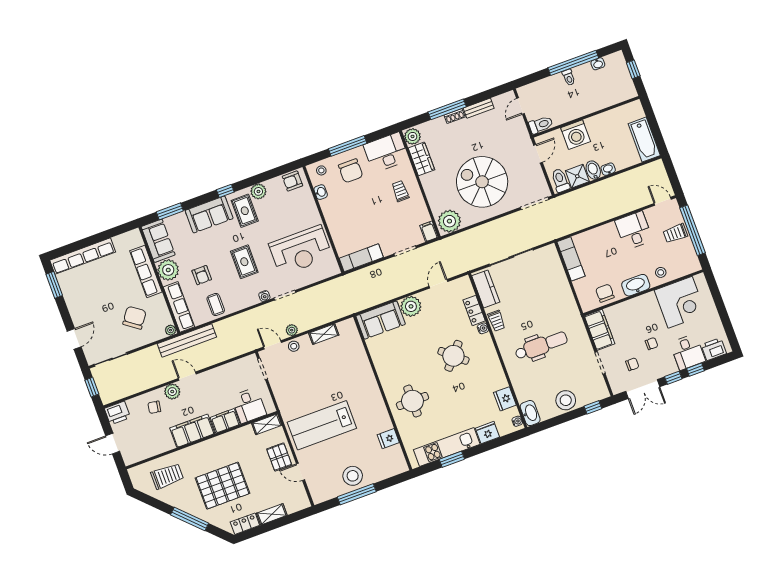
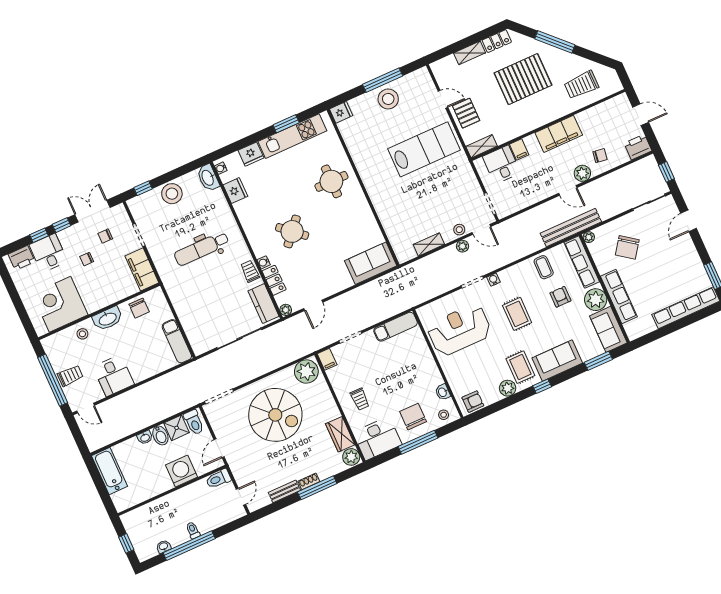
plant: (411, 306) -> (286, 310), moved, width x0.53, depth x0.53
filing cabinet: (225, 421) -> (519, 149), width x0.50
fridge: (388, 439) -> (341, 112), moved

